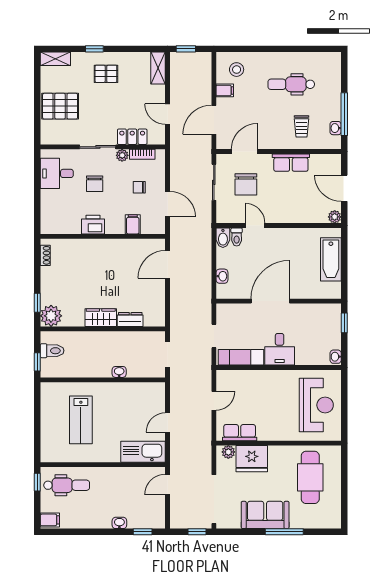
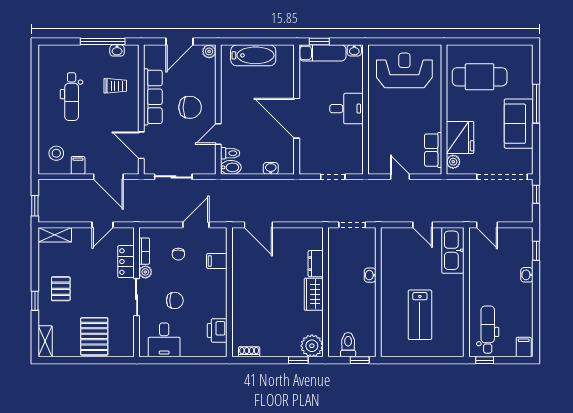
row of seats: (291, 163) -> (153, 97), width x1.48
chair: (246, 184) -> (190, 107), moved
printer: (93, 225) -> (217, 330), moved
exam couch: (241, 357) -> (323, 53), moved, turned -90
lab bench: (81, 420) -> (420, 315), turned 90

